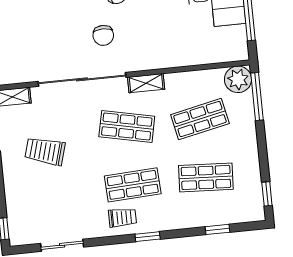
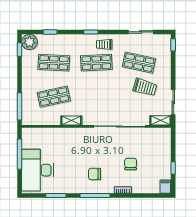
chair: (103, 35) -> (131, 164), moved
plant: (238, 79) -> (30, 42), moved
shelving: (146, 83) -> (71, 120), moved
shop shelf: (127, 126) -> (139, 63), moved

